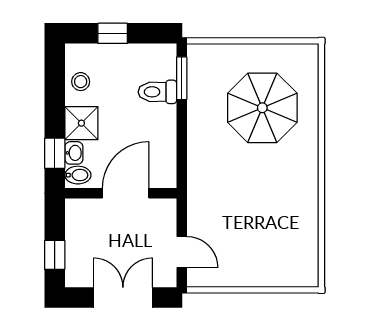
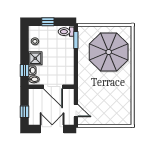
toilet: (157, 92) -> (66, 32), moved
parasol: (262, 108) -> (109, 52), width x1.36, depth x1.36
door: (126, 193) -> (53, 87), swing flipped

